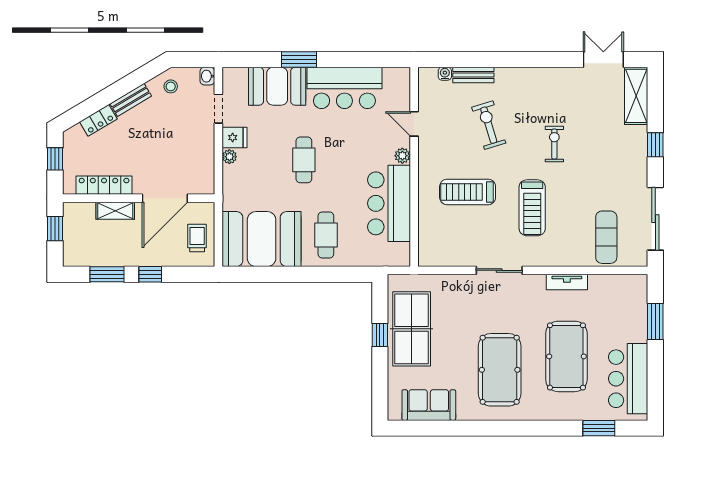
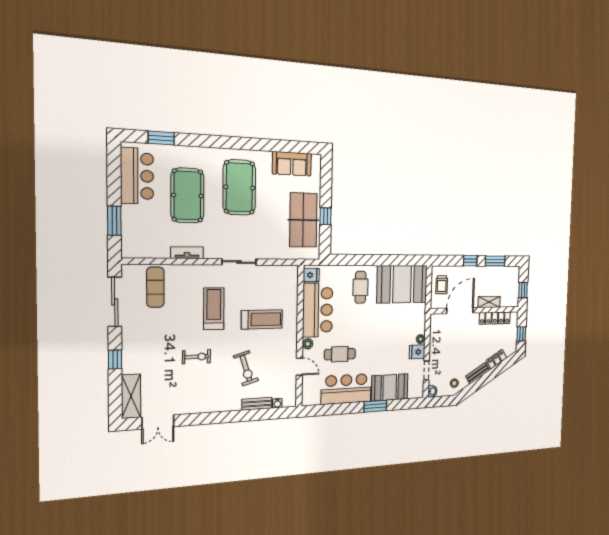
exercise bike: (554, 144) -> (196, 357), turned -90
cafe table: (304, 160) -> (340, 354), moved, turned 90
fridge: (399, 253) -> (311, 275), added

